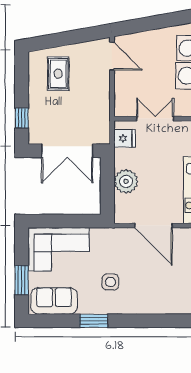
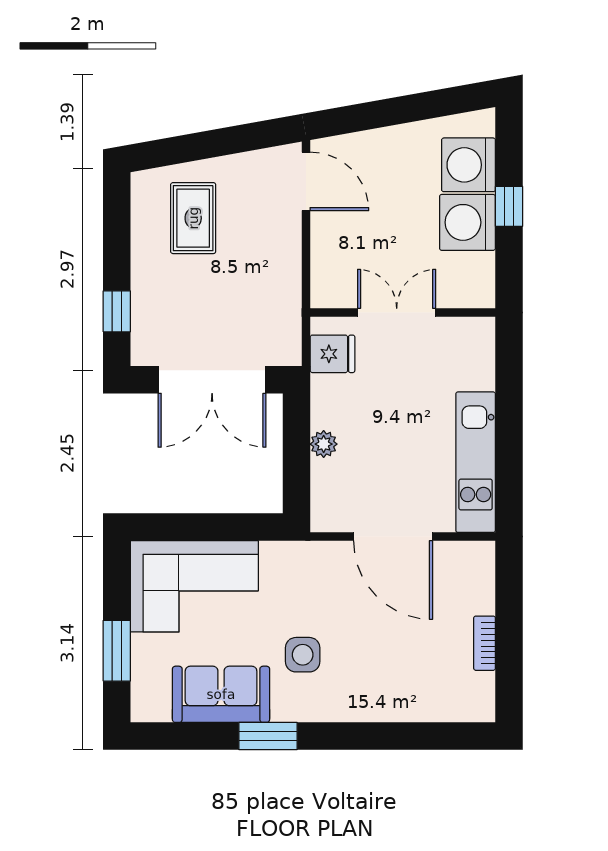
plant: (126, 181) -> (324, 444), width x0.53, depth x0.53
sofa: (54, 301) -> (221, 694), moved

